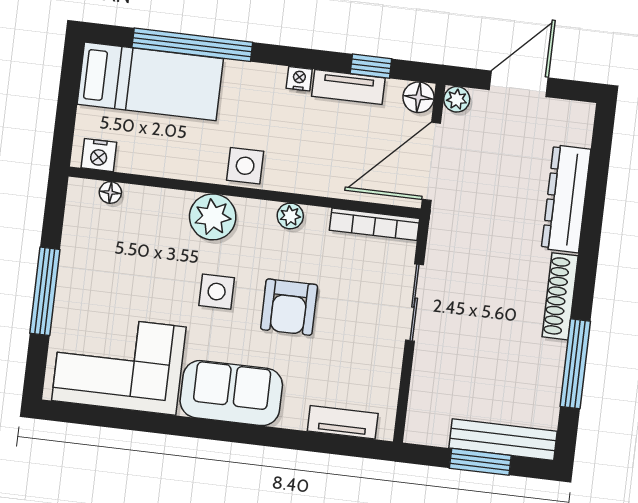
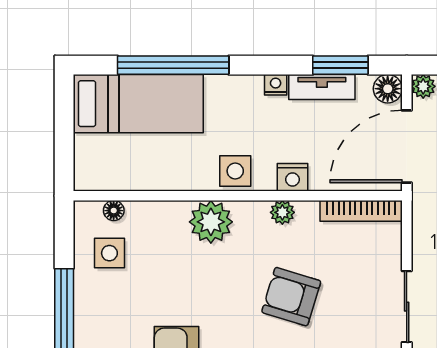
window: (371, 66) -> (340, 65), width x1.50
nightstand: (99, 155) -> (292, 177), moved
side table: (217, 292) -> (109, 253), moved
sliding door: (415, 303) -> (407, 307), moved
armchair: (289, 307) -> (291, 297), turned 107

